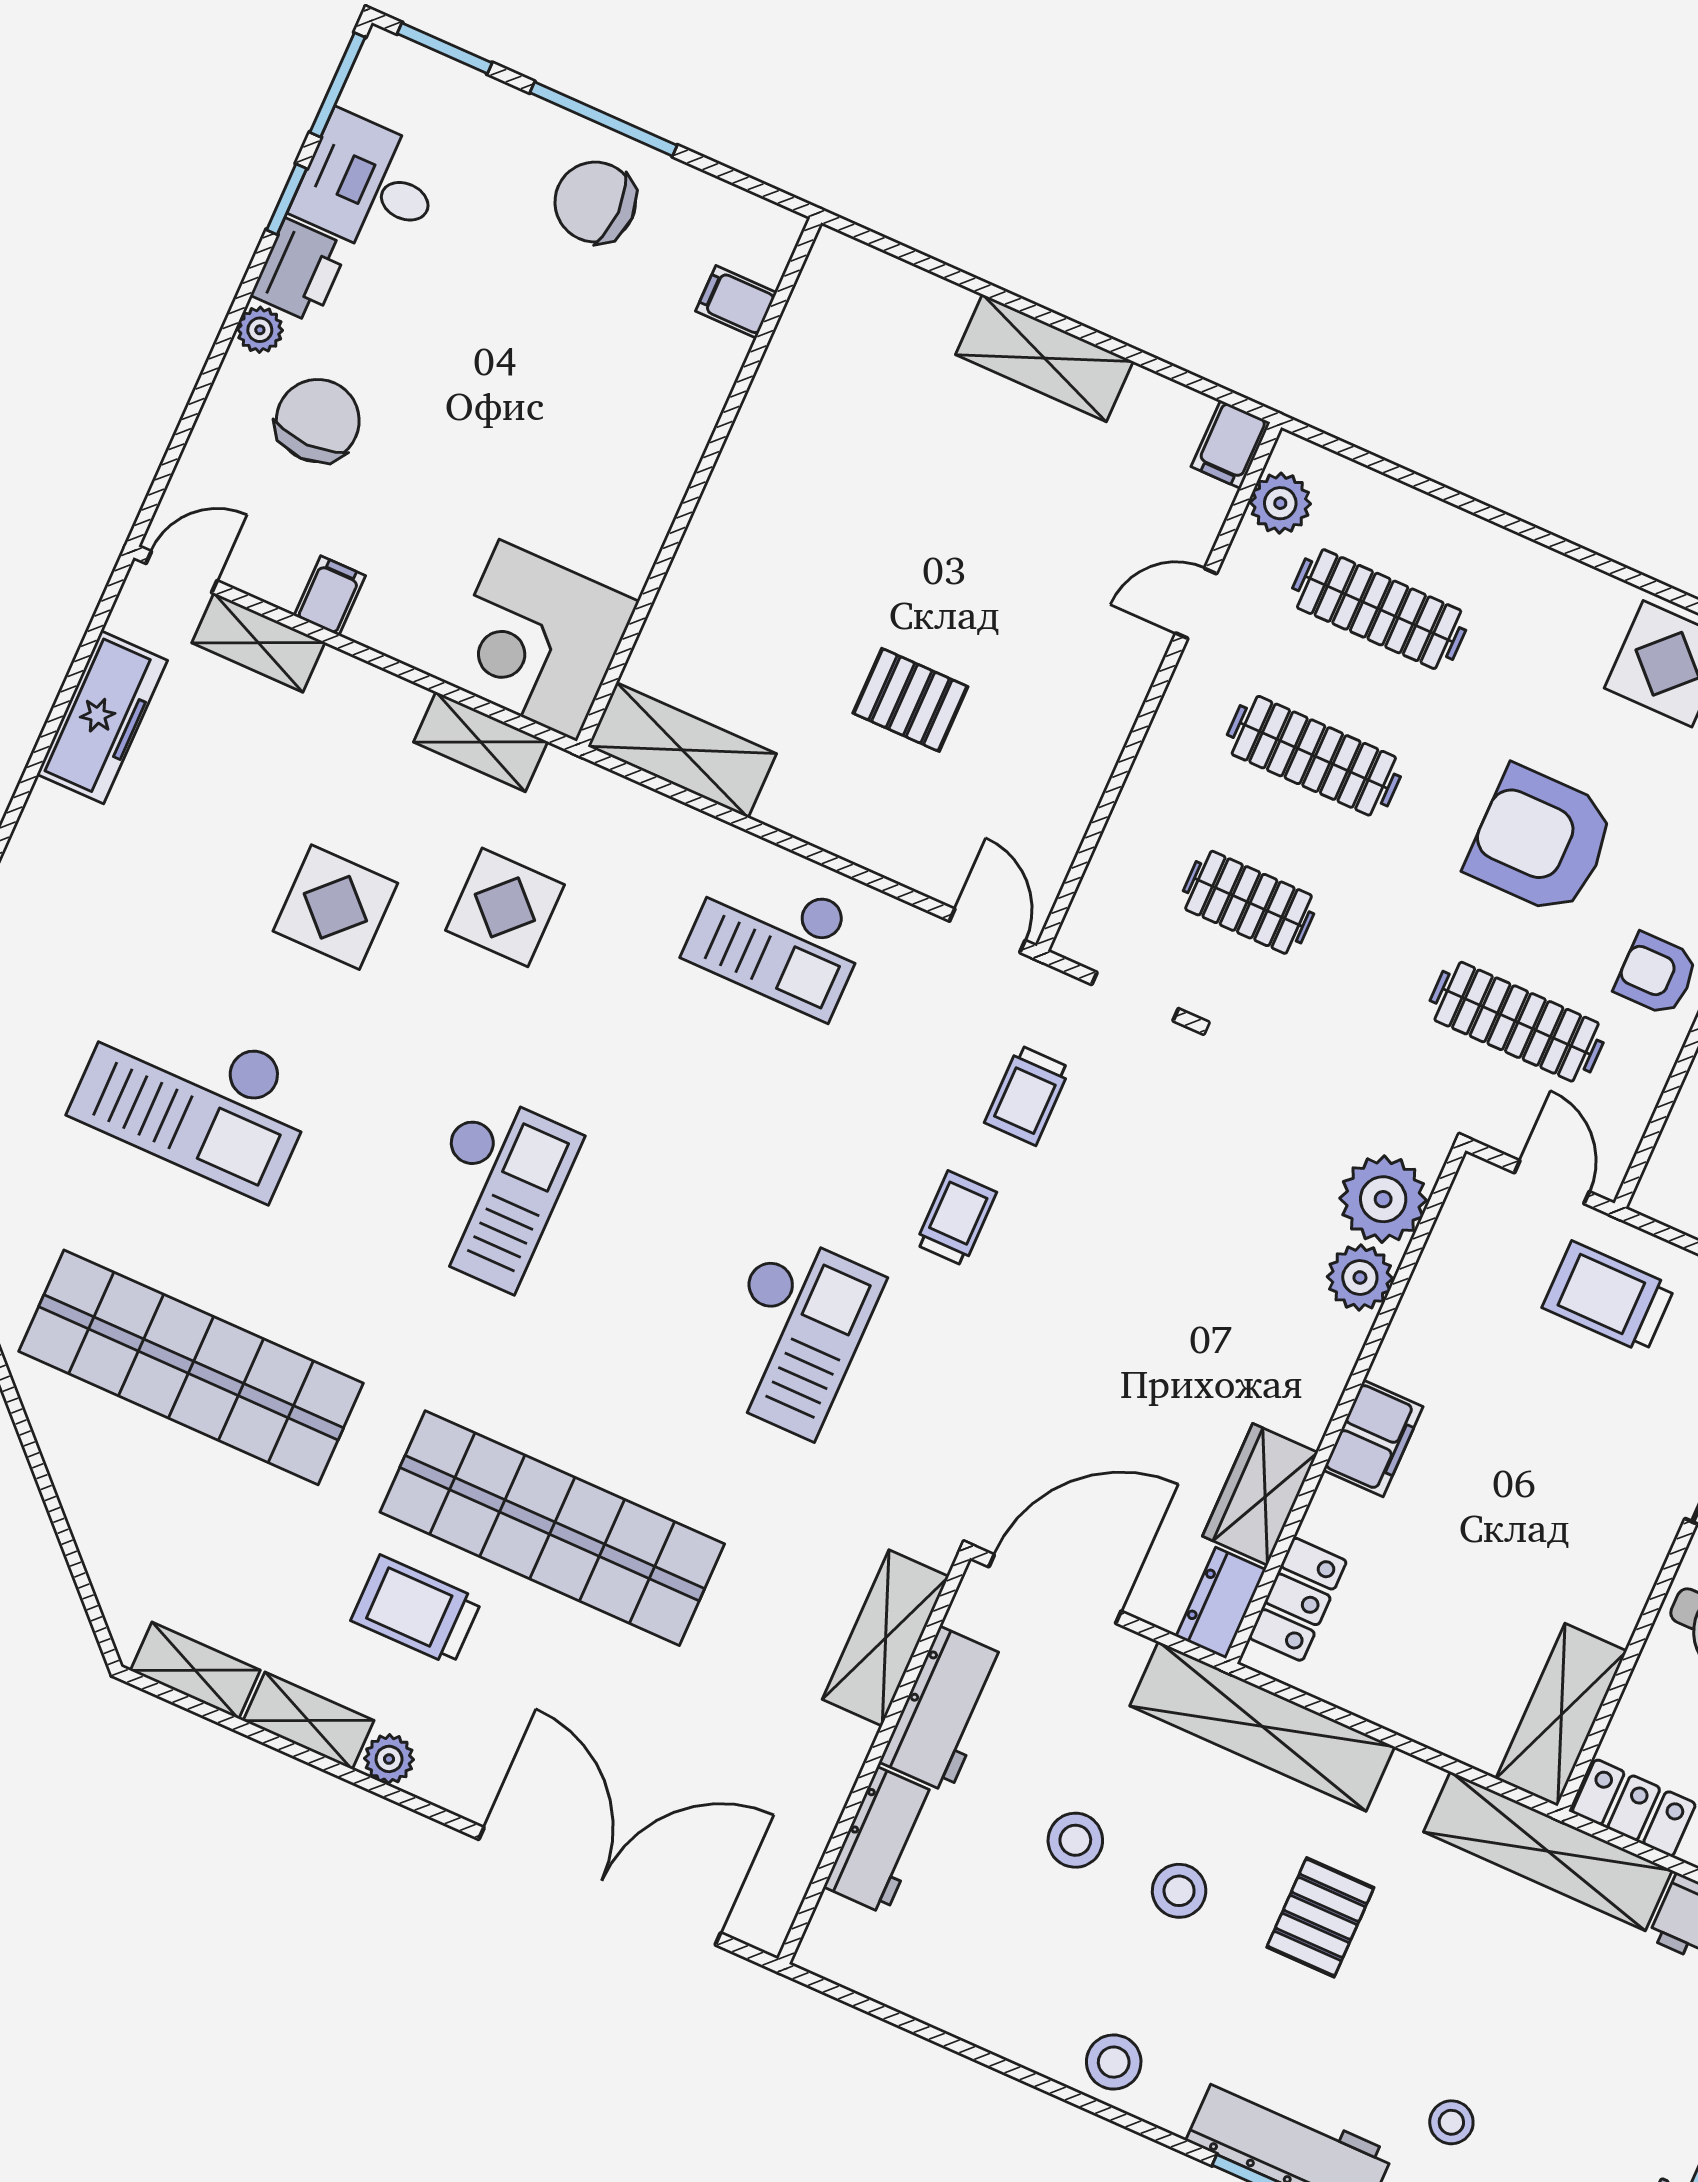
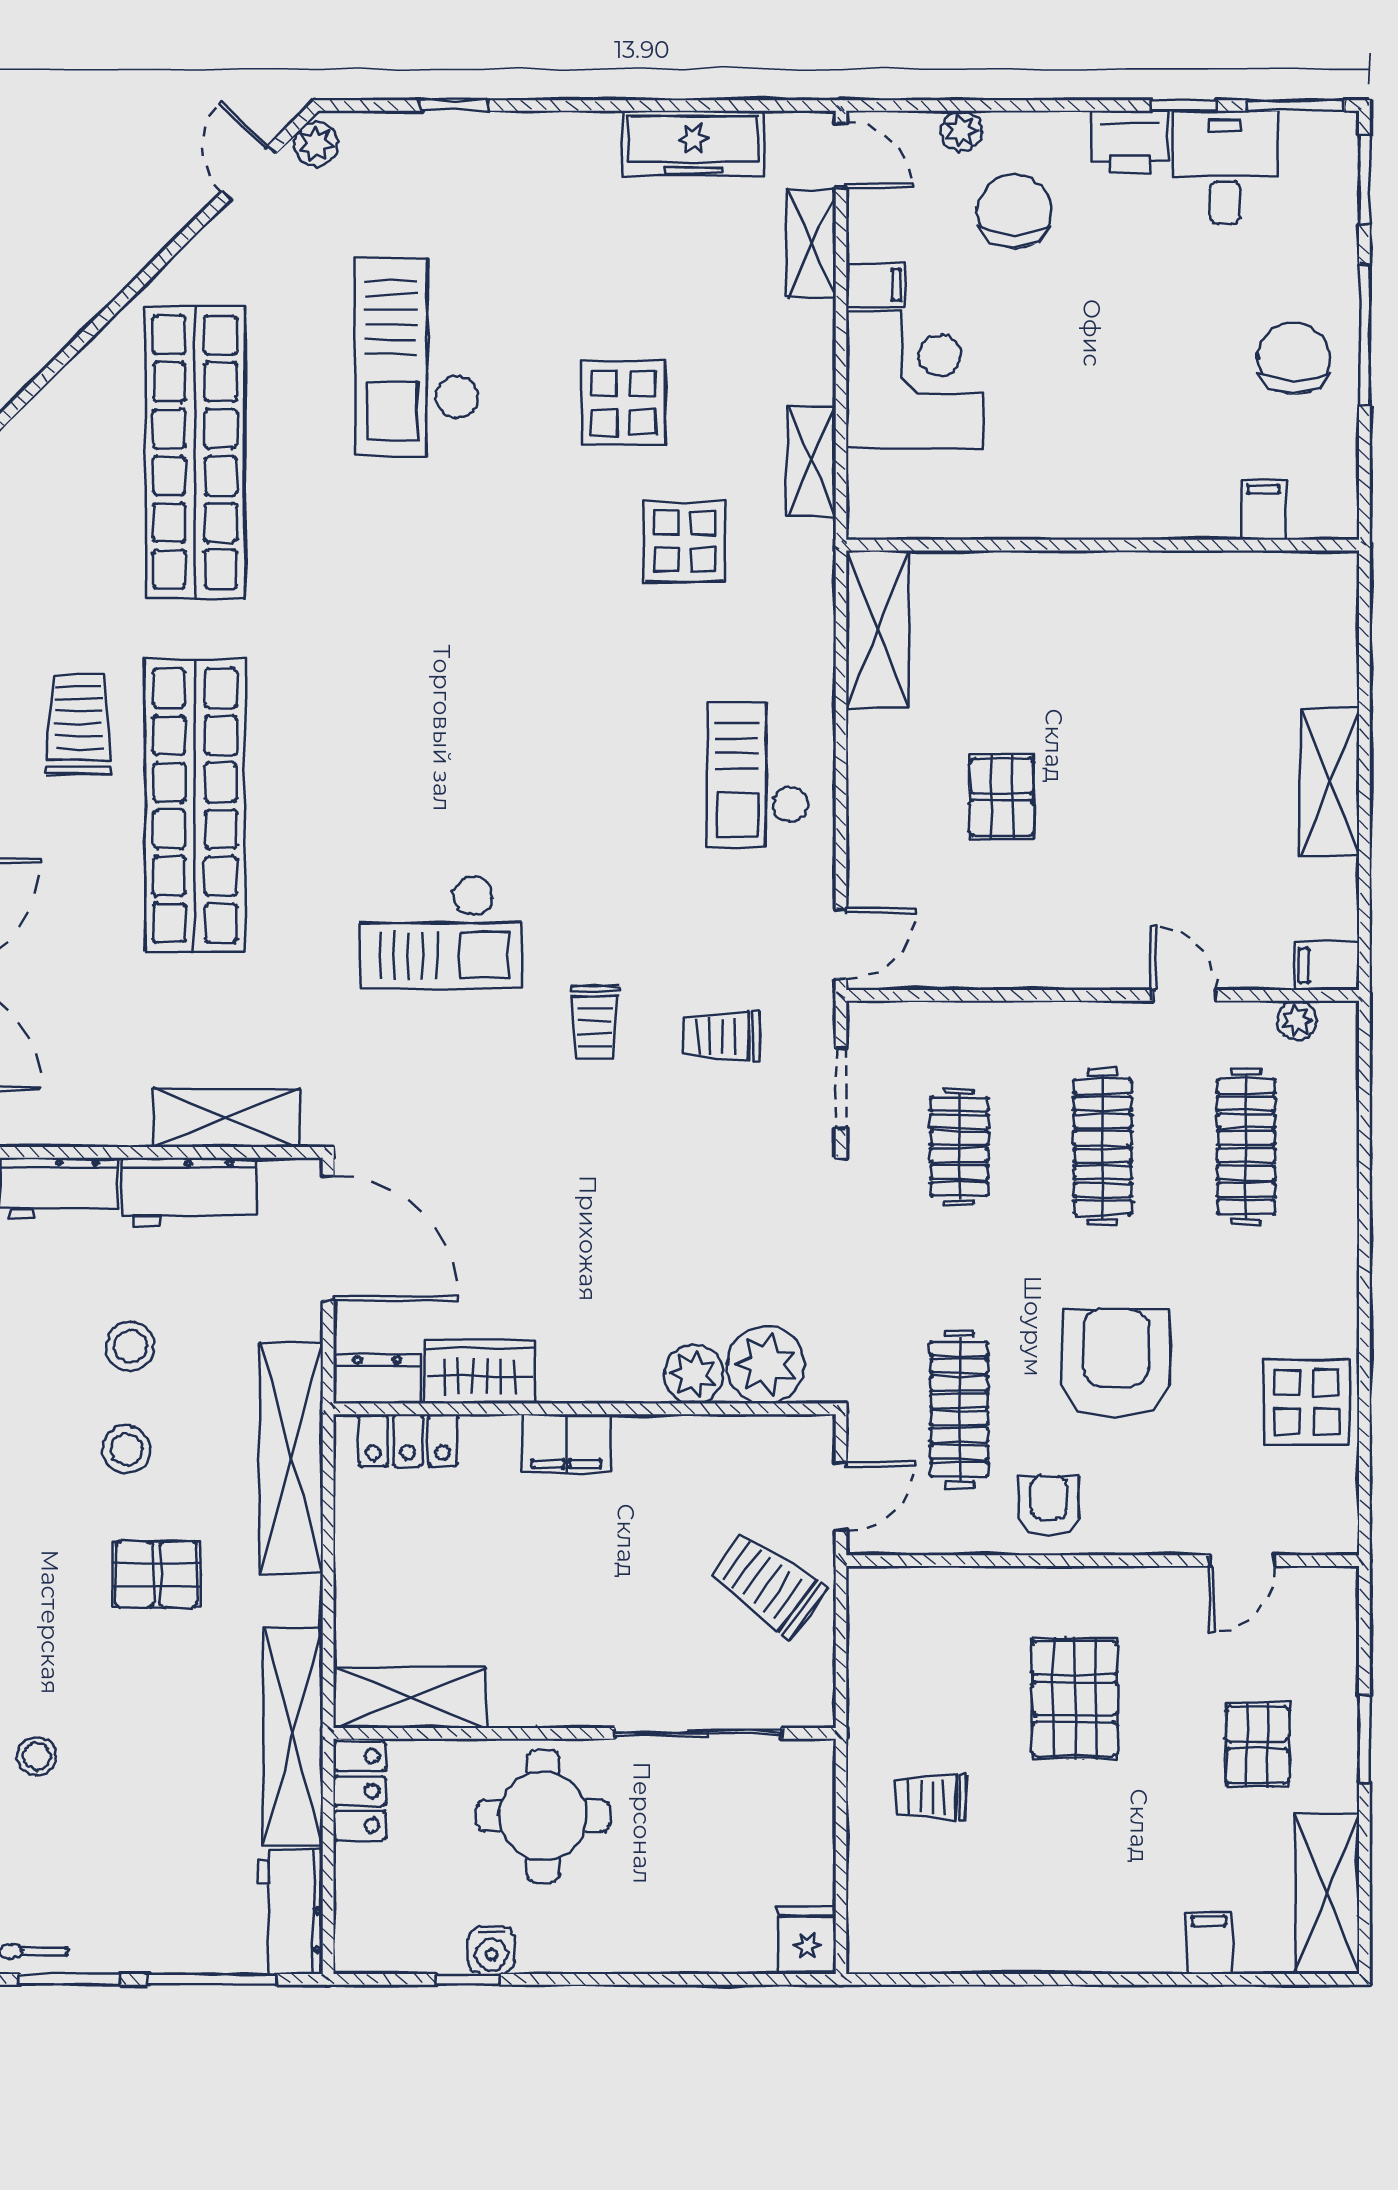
plant: (260, 330) -> (961, 131), moved
chair: (318, 421) -> (1014, 211), turned -90
plant: (1280, 503) -> (1297, 1020), width x0.73, depth x0.73
corner desk: (538, 640) -> (915, 380), moved, turned 90
checkout: (494, 1191) -> (449, 635), removed
trolley: (956, 1218) -> (595, 1023), turned 90
trolley: (1609, 1297) -> (768, 1584), turned -54

